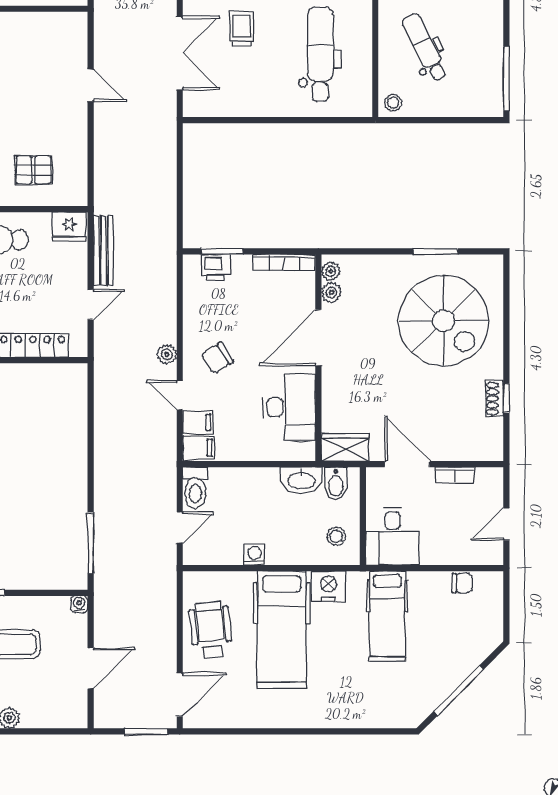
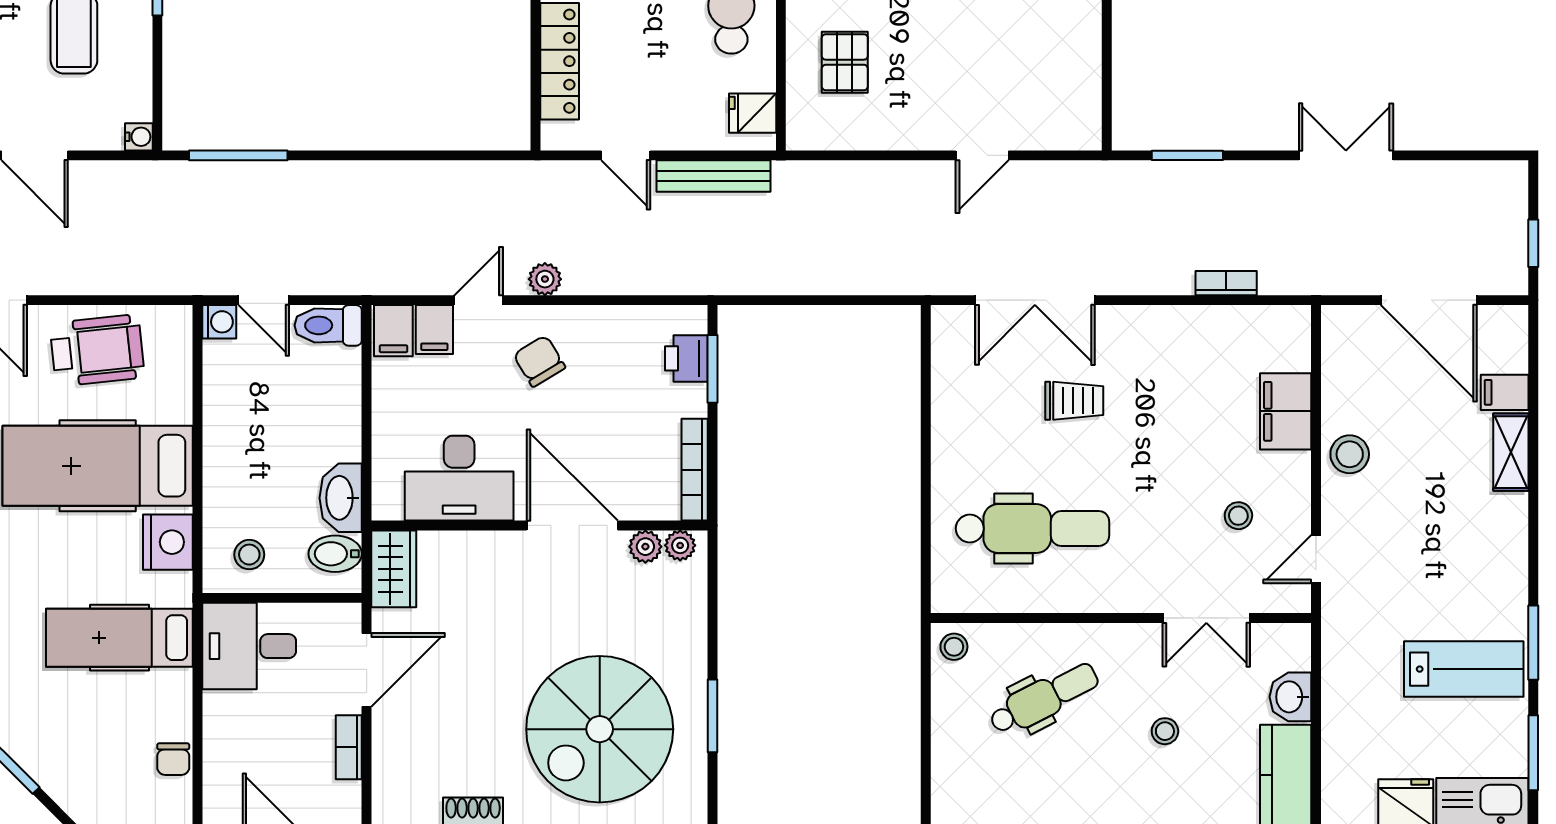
fridge: (69, 227) -> (753, 113), width x0.72
washing machine: (254, 555) -> (219, 322), moved

